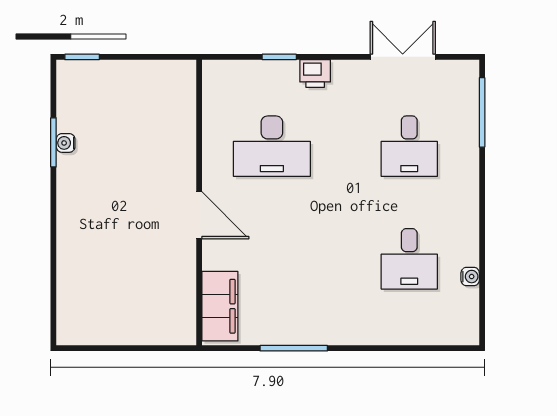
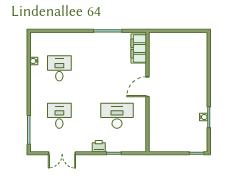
door: (199, 215) -> (148, 87), hinge flipped

